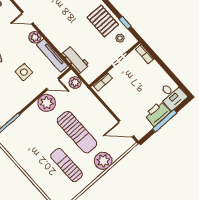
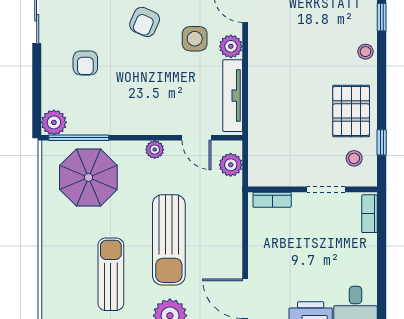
workbench: (75, 59) -> (261, 132), removed
side table: (24, 72) -> (195, 39), moved
plant: (47, 103) -> (155, 150), width x0.53, depth x0.53
parasol: (25, 136) -> (88, 177), added

